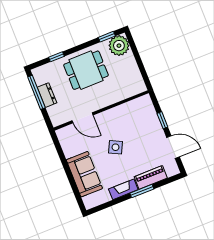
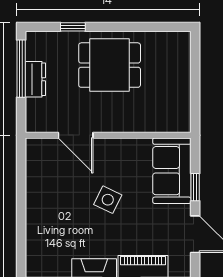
window: (107, 37) -> (161, 27), removed
plant: (119, 46) -> (174, 48), removed
sofa: (84, 174) -> (172, 171), moved, turned 180

